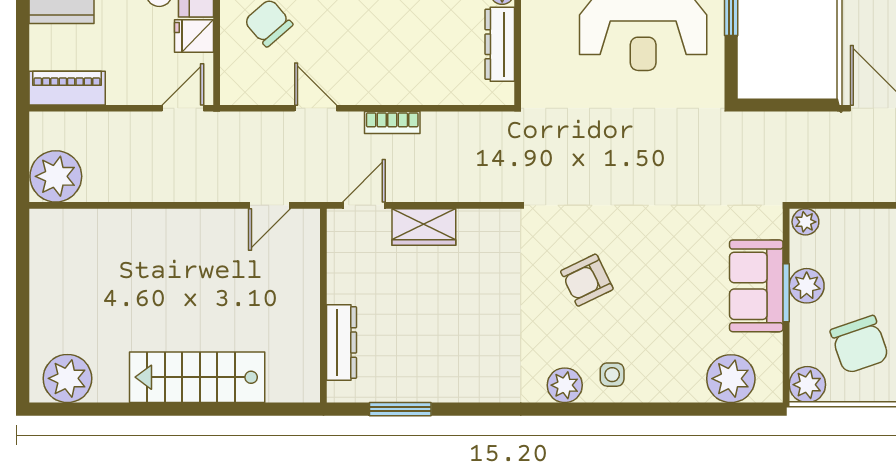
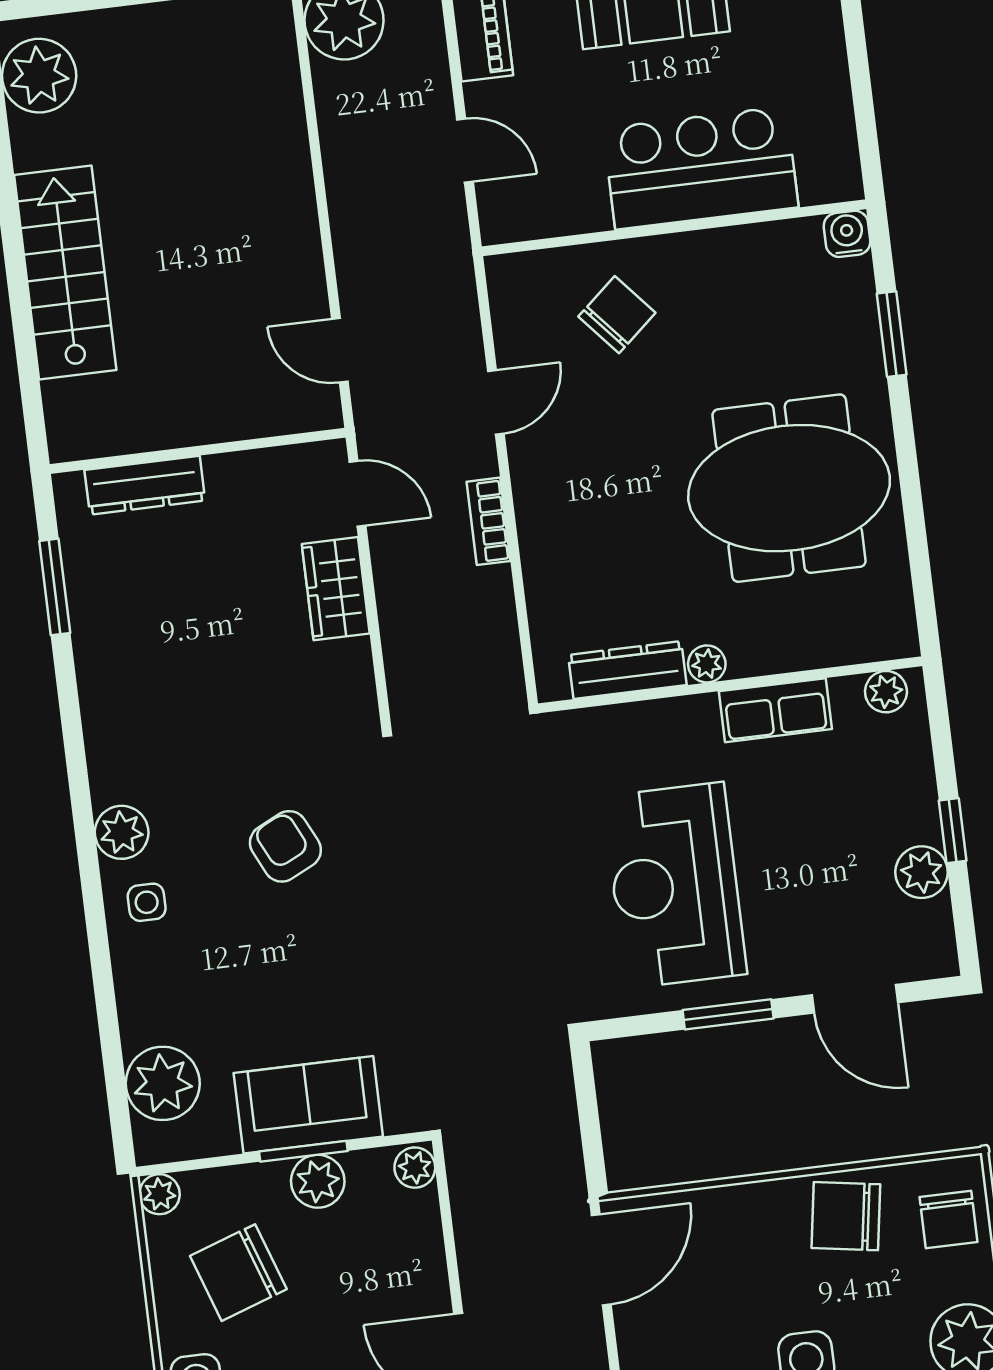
fridge: (194, 36) -> (583, 204), removed
door: (183, 108) -> (465, 151), moved
plant: (807, 385) -> (159, 1194), width x0.73, depth x0.73

